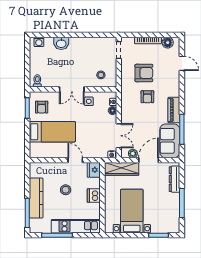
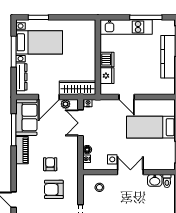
washbasin: (49, 81) -> (155, 180), added
armchair: (42, 107) -> (162, 153), removed
fridge: (94, 170) -> (107, 76), moved
stool: (66, 190) -> (137, 66), removed
bed with nightstands: (132, 211) -> (39, 42), moved, turned -90

